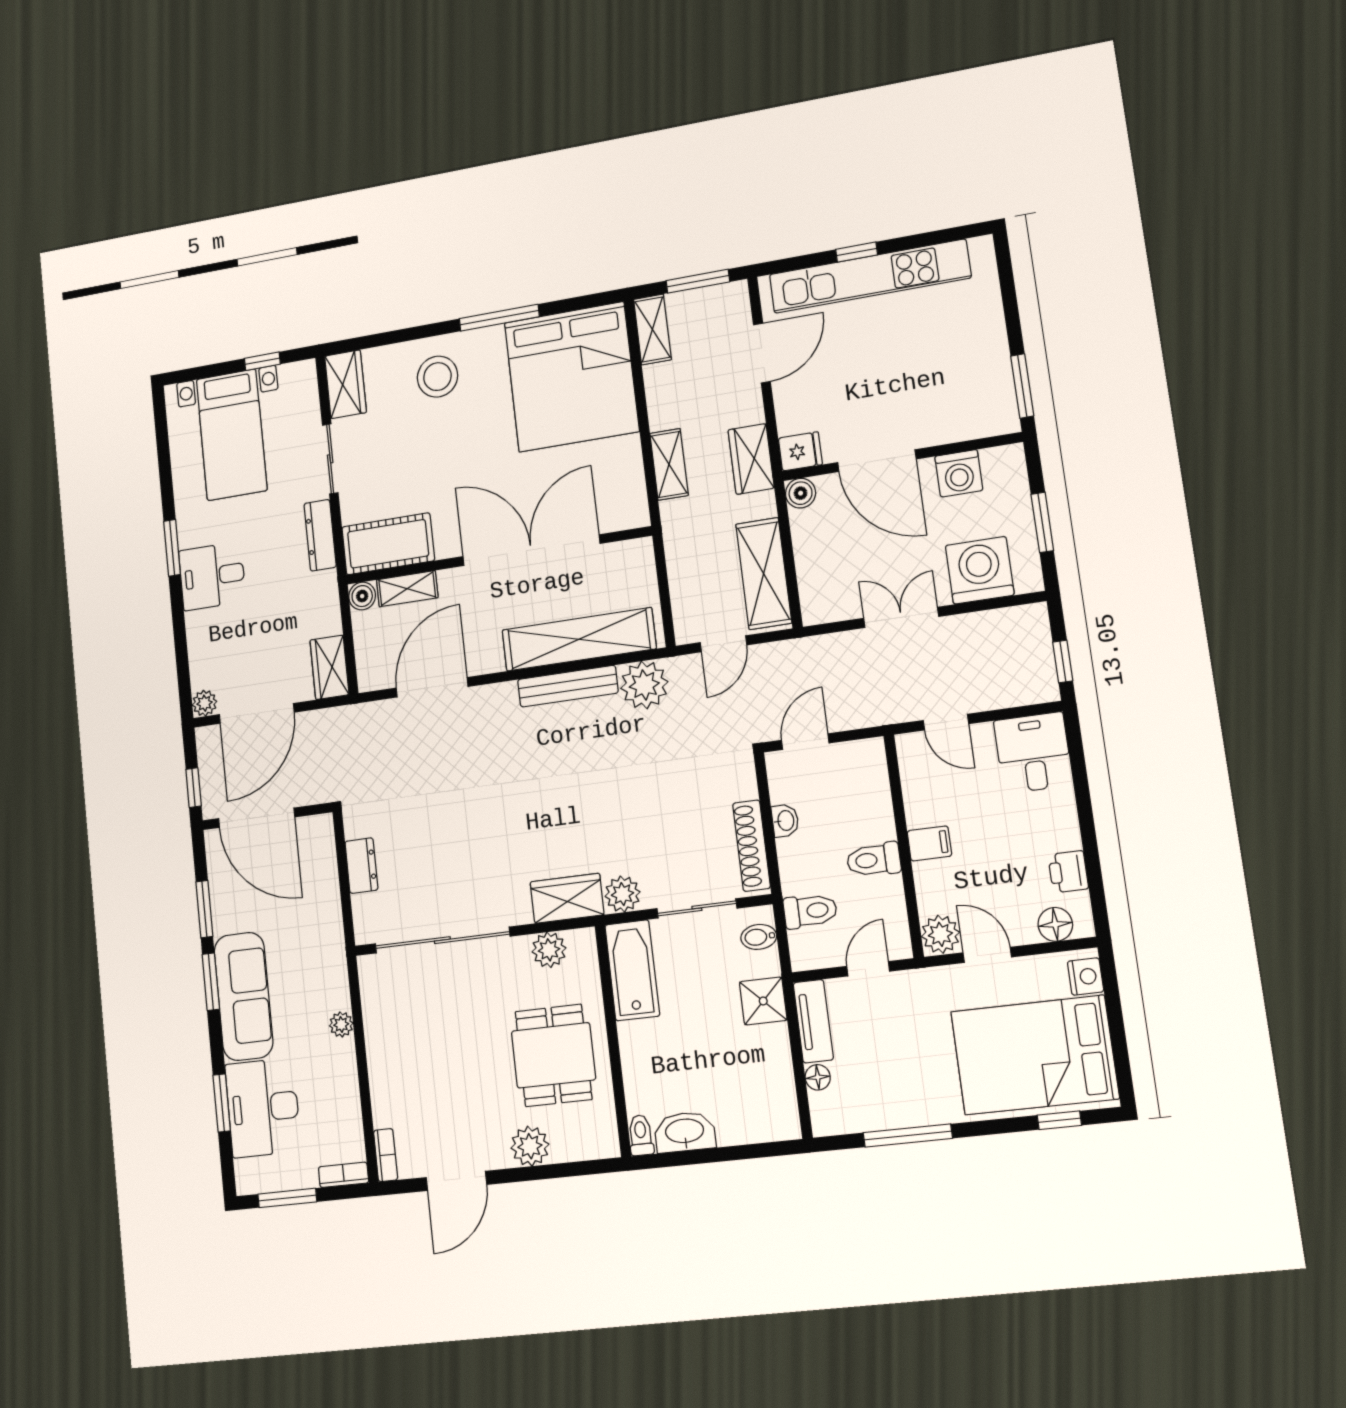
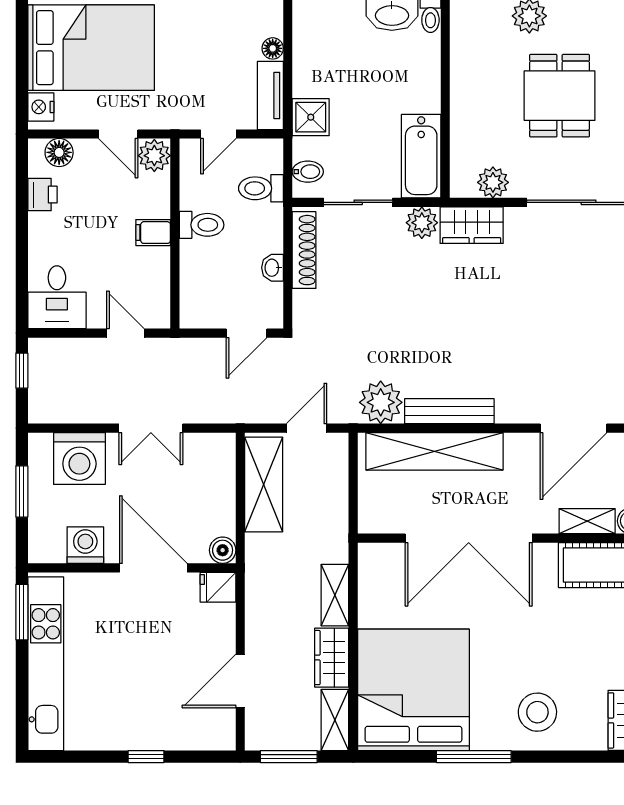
kitchen unit: (870, 276) -> (46, 664), moved, turned 90
wardrobe: (751, 459) -> (332, 658), moved, turned 180
dining table: (553, 1055) -> (560, 96), moved

